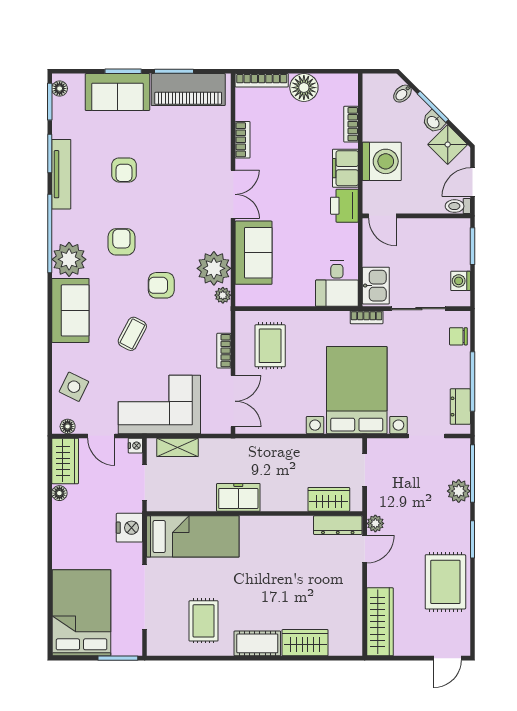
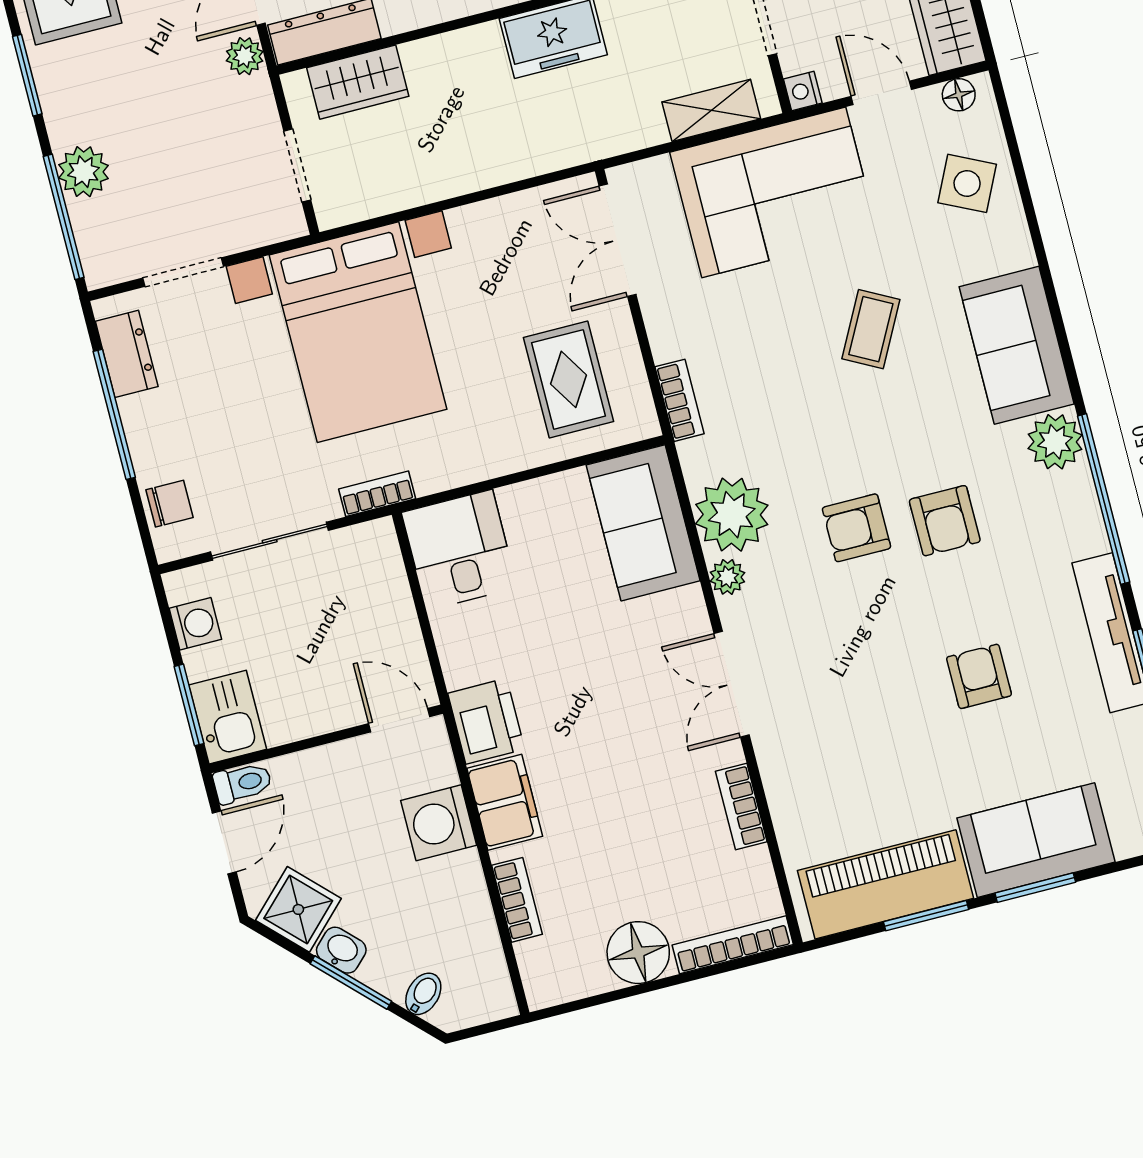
washing machine: (382, 161) -> (439, 823), width x0.73, depth x0.73
sofa: (254, 253) -> (643, 523), moved
plant: (69, 259) -> (1055, 442), width x0.73, depth x0.73
armchair: (161, 285) -> (856, 528), moved, turned 180
kitchen sink: (376, 286) -> (228, 717), moved, turned 180
plant: (223, 295) -> (727, 577), moved
bookcase: (224, 351) -> (680, 400), moved

